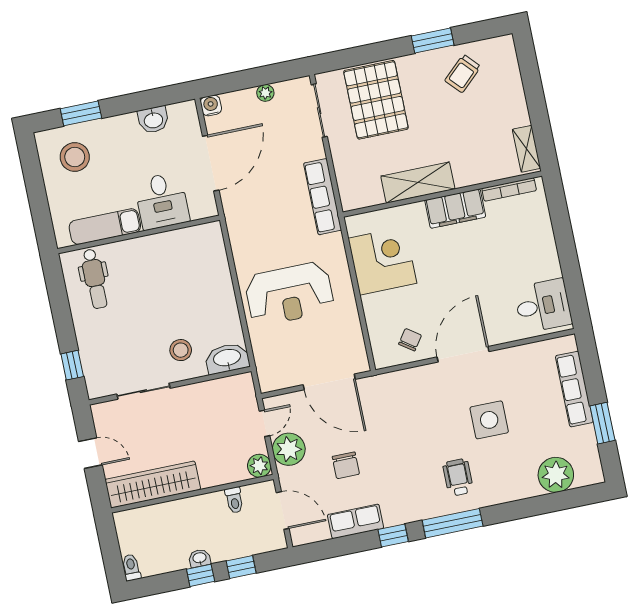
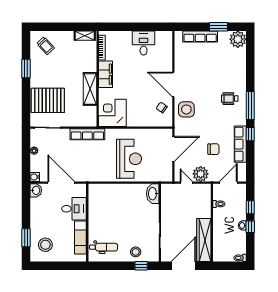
trolley: (463, 73) -> (46, 46), moved
washbasin: (153, 120) -> (36, 190), moved
corner desk: (382, 261) -> (112, 113), moved
desk: (543, 306) -> (144, 43), moved
stool: (181, 350) -> (136, 252), moved
side table: (489, 420) -> (186, 109), moved
door: (90, 453) -> (183, 266), width x1.87
plant: (259, 466) -> (205, 189), removed
plant: (556, 475) -> (238, 39), moved
row of seats: (356, 521) -> (240, 144), width x1.48

